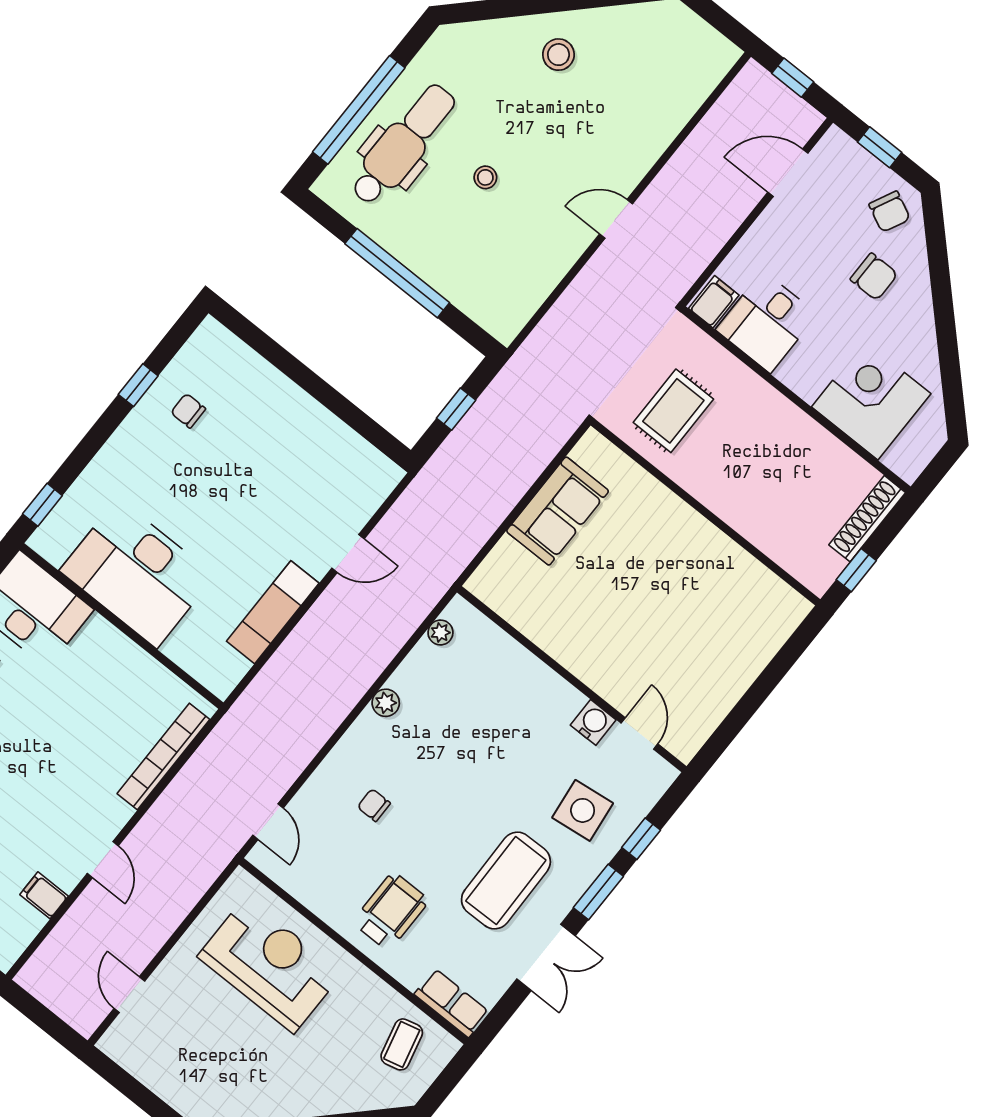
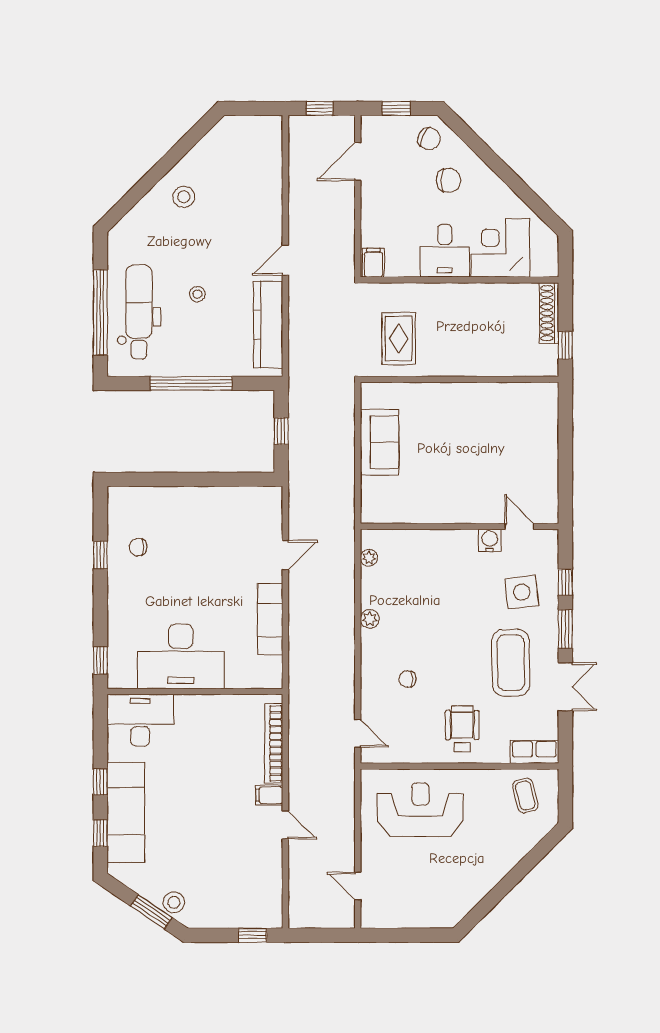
kitchen counter: (538, 276) -> (268, 325), added
desk: (767, 322) -> (445, 251), moved
filing cabinet: (44, 895) -> (269, 795), moved

